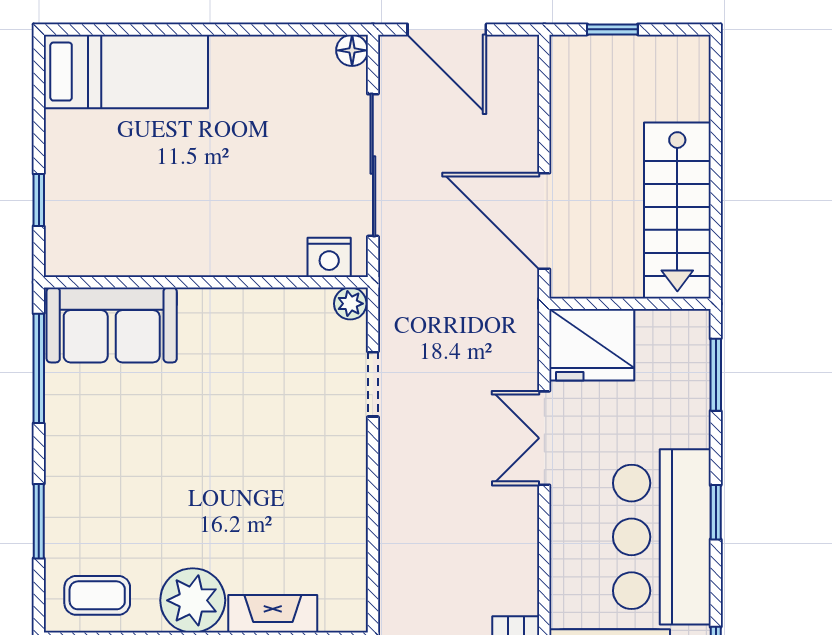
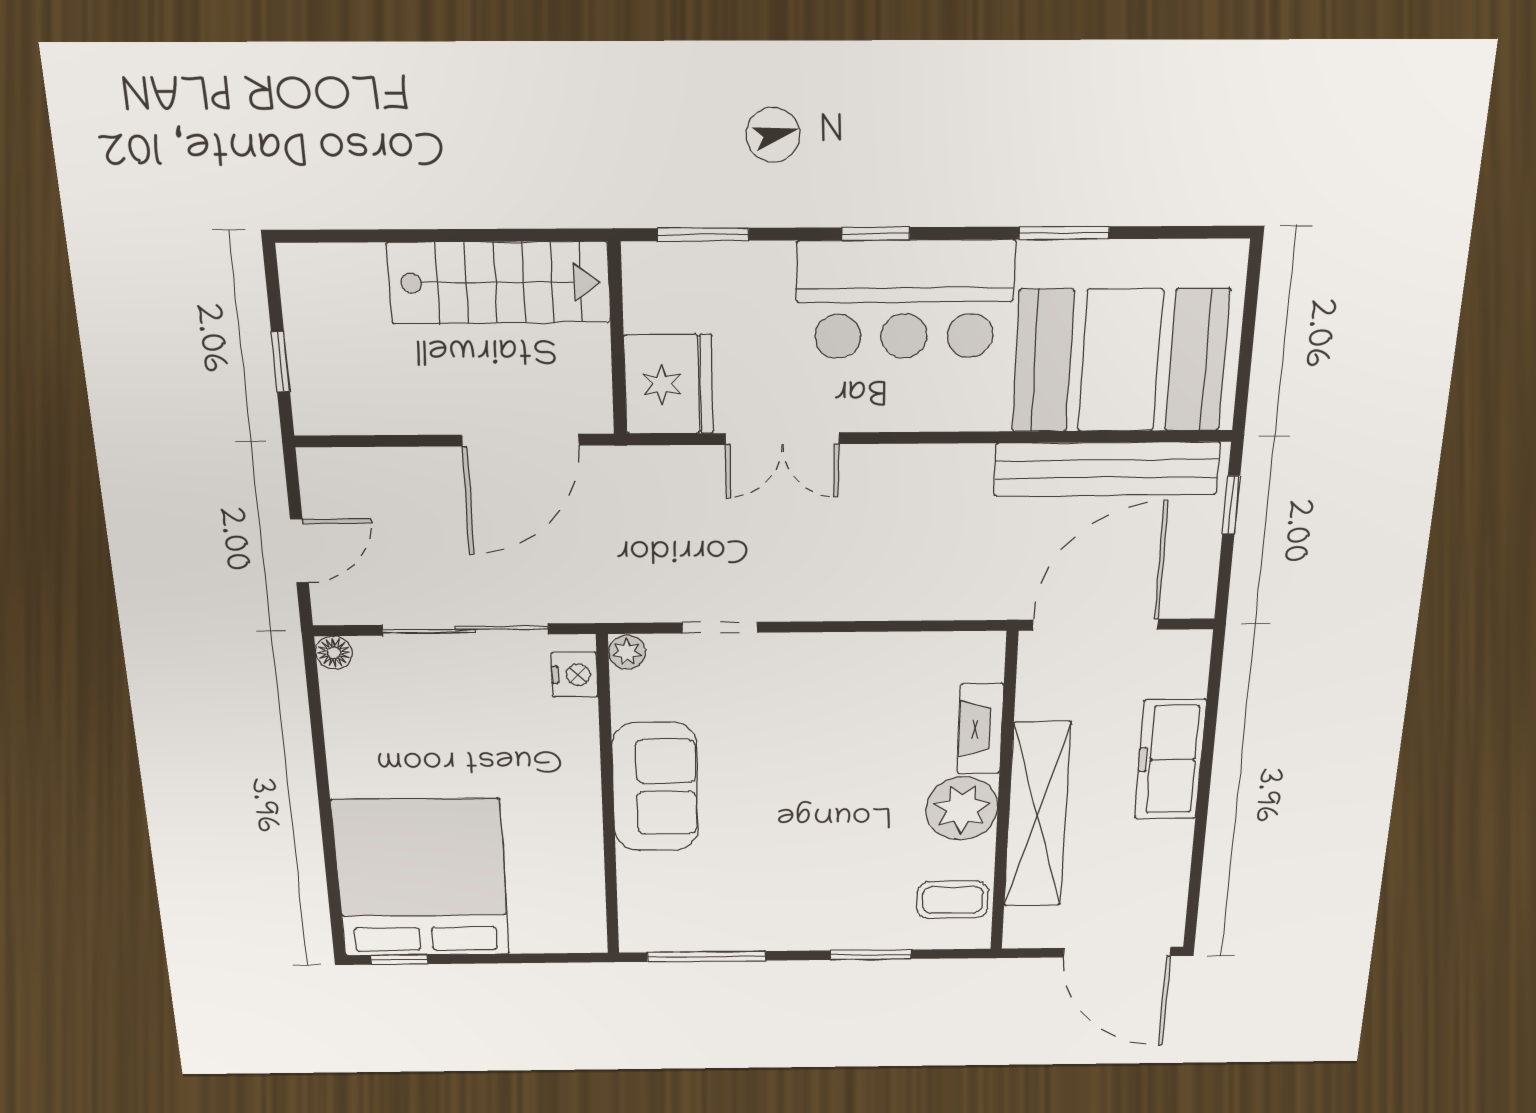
door: (447, 29) -> (299, 551), width x0.73
bed: (126, 72) -> (421, 878), width x2.04
window: (39, 200) -> (399, 960), moved
sofa: (112, 325) -> (655, 787), moved
coffee table: (97, 595) -> (953, 900), turned 90

